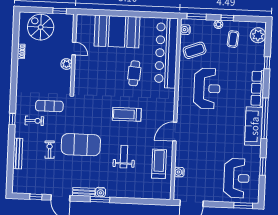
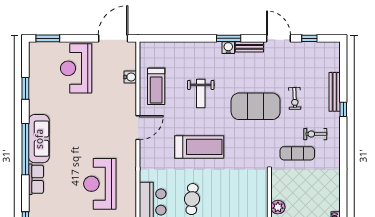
row of seats: (258, 88) -> (36, 179), width x0.68
treadmill: (127, 114) -> (199, 147), width x1.37, depth x1.38
window: (12, 119) -> (343, 109), moved
reception desk: (237, 178) -> (76, 68), moved

